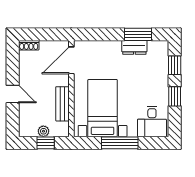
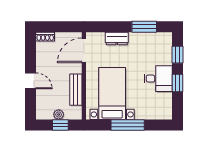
dresser: (134, 47) -> (117, 39), moved
desk: (152, 121) -> (158, 79), moved, turned -90

